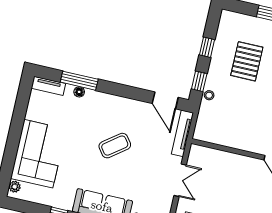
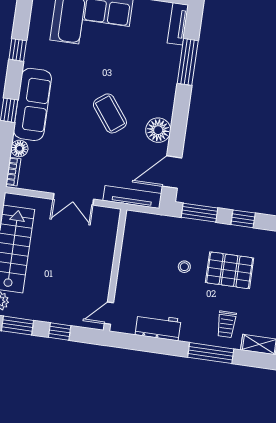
window: (199, 81) -> (199, 213), width x1.50
floor lamp: (79, 92) -> (158, 130), moved, width x1.89, depth x1.89
stool: (209, 95) -> (184, 267), moved

